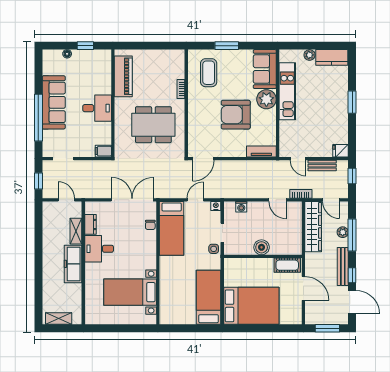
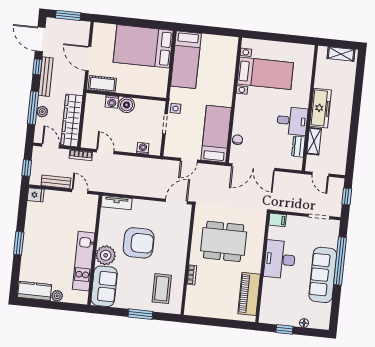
desk: (97, 108) -> (280, 259), width x1.37
nightstand: (216, 206) -> (169, 152), removed
washing machine: (276, 249) -> (112, 102), added

